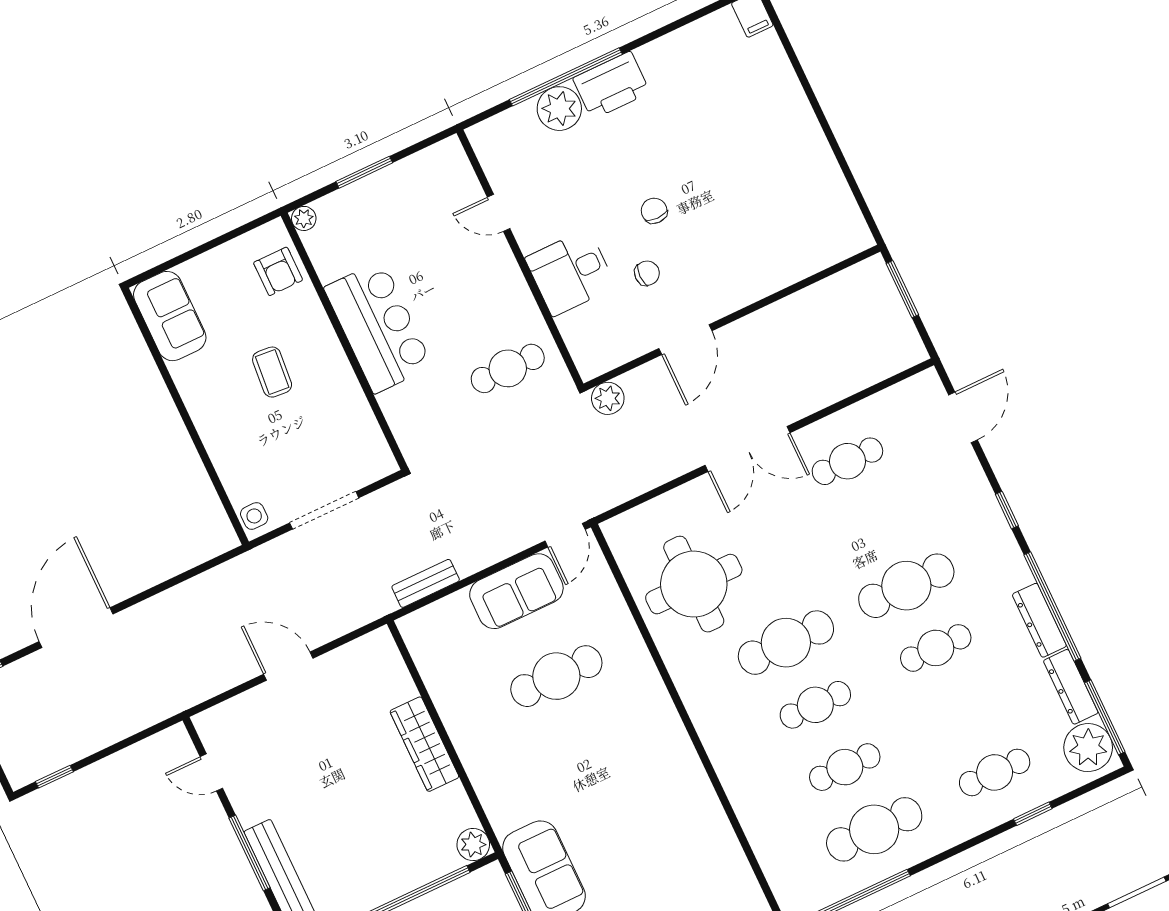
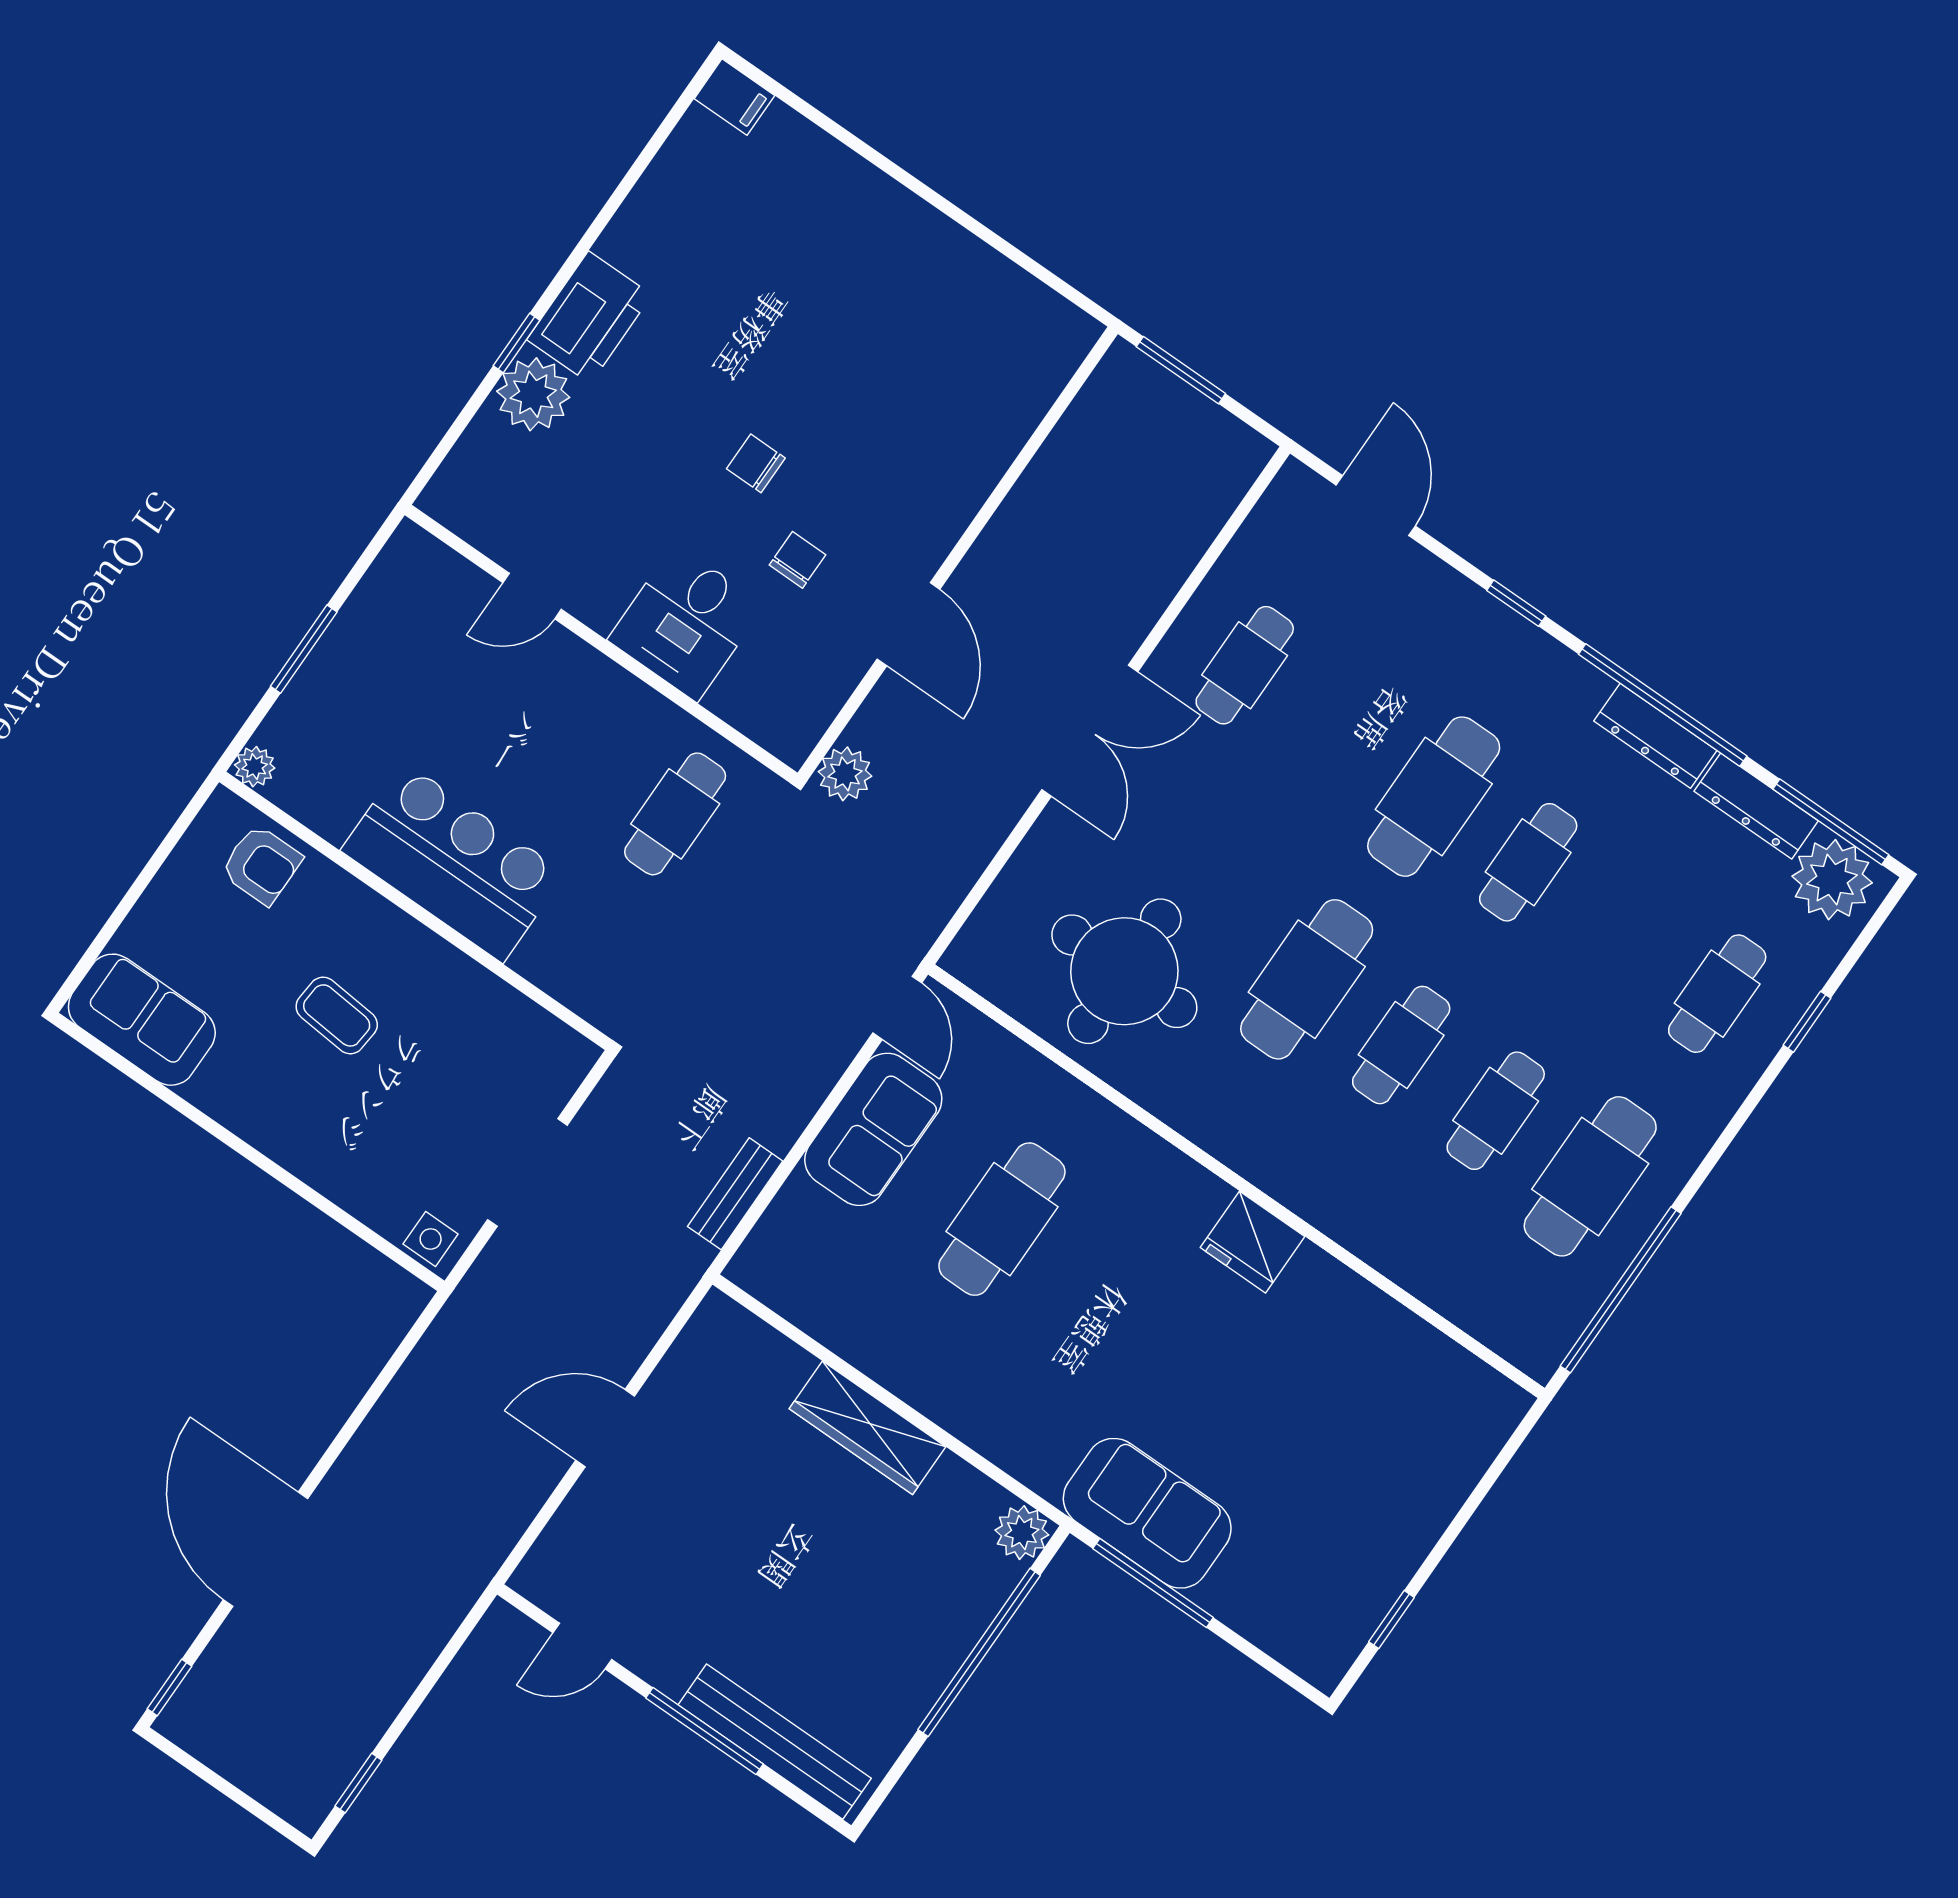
window: (566, 77) -> (517, 343), width x0.32
fridge: (680, 763) -> (1253, 1242), added

